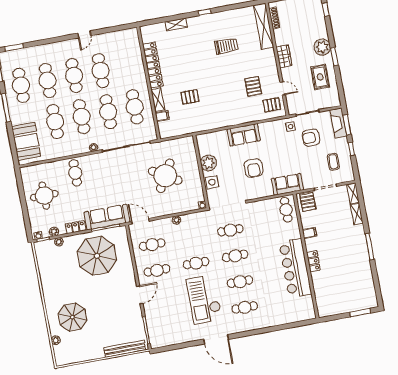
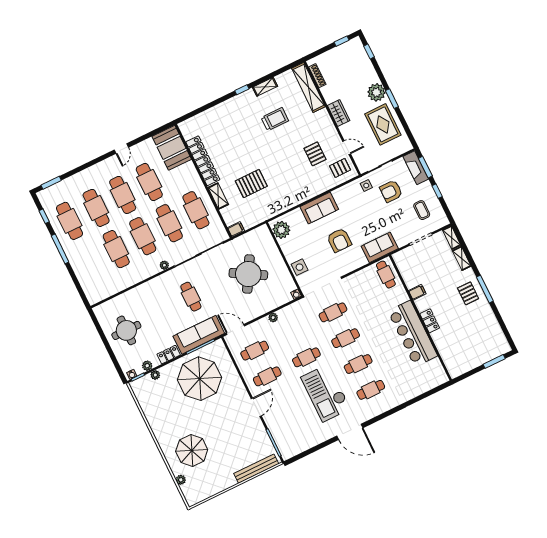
shelving: (176, 24) -> (265, 87), moved
rug: (320, 77) -> (383, 124), width x1.36, depth x1.43
pallet: (190, 97) -> (251, 184), width x1.50, depth x1.42
filing cabinet: (162, 116) -> (236, 229), moved
booth: (26, 141) -> (172, 148), moved
plant: (208, 163) -> (281, 230), moved
cafe table: (75, 173) -> (191, 297), moved
pallet: (308, 202) -> (468, 293), moved

